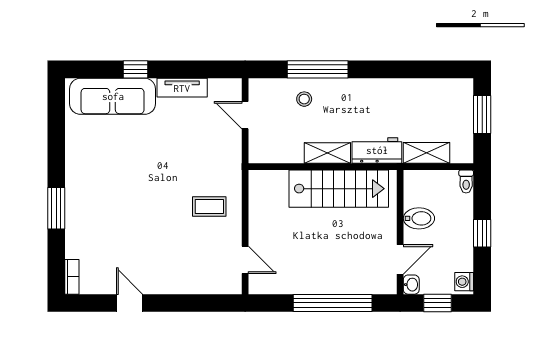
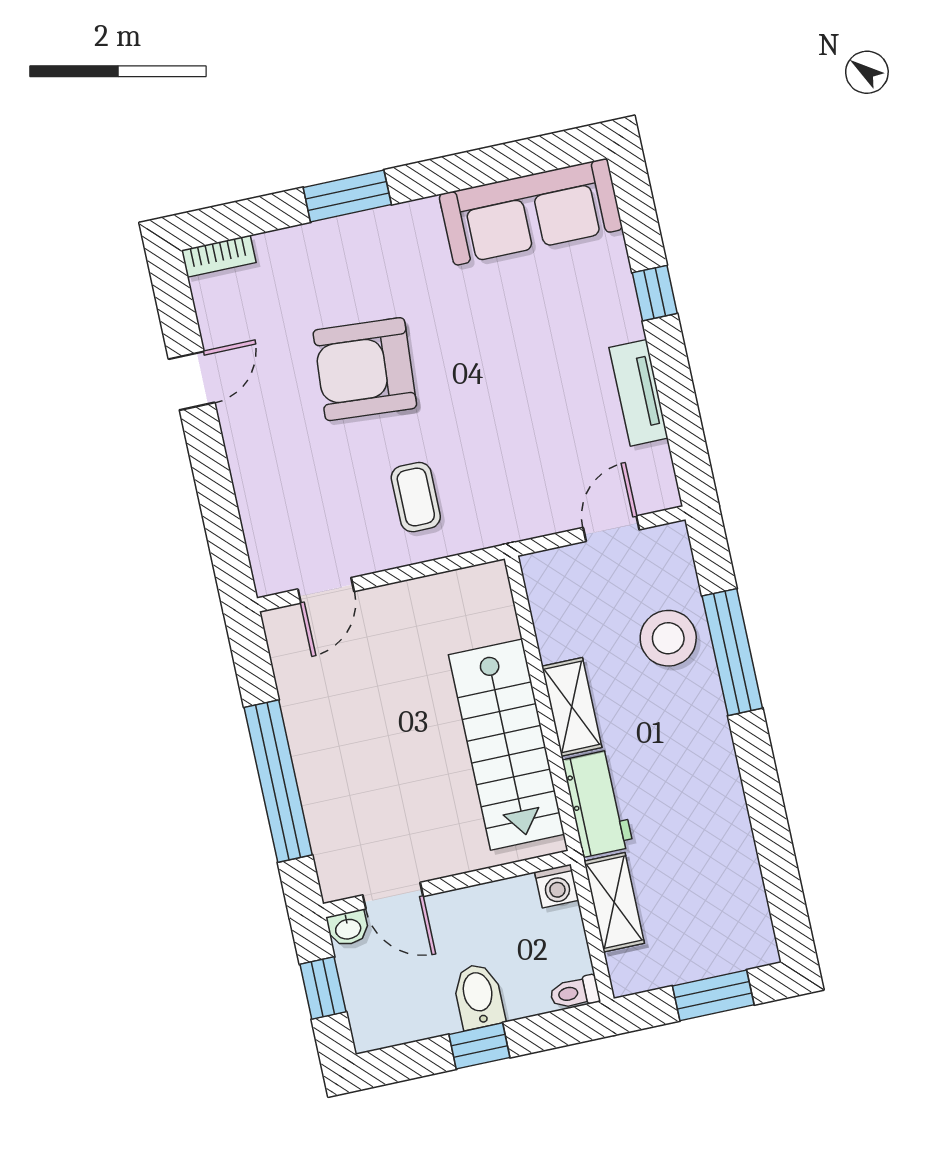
sofa: (113, 96) -> (531, 212), moved, turned -90
stool: (304, 99) -> (668, 638), width x1.89, depth x1.89
armchair: (142, 218) -> (365, 369), added
bidet: (419, 218) -> (479, 996), moved, turned 180
washing machine: (464, 282) -> (557, 886), moved, turned 180

